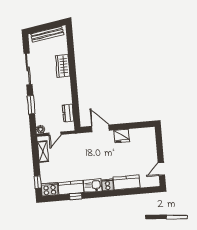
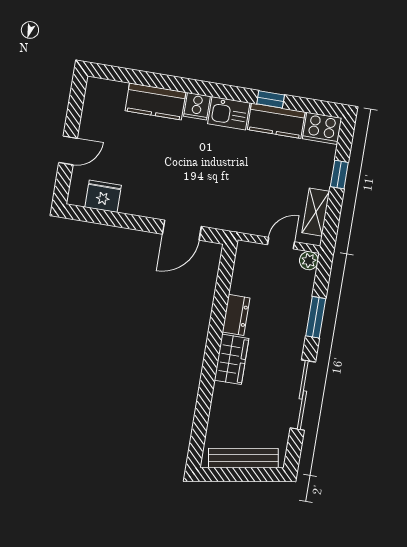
wardrobe: (63, 66) -> (232, 359), moved
dresser: (68, 113) -> (236, 315), moved
door: (100, 128) -> (182, 230), hinge flipped
fridge: (122, 136) -> (103, 196), moved
door: (161, 169) -> (68, 150), moved
window: (38, 182) -> (339, 175), moved

